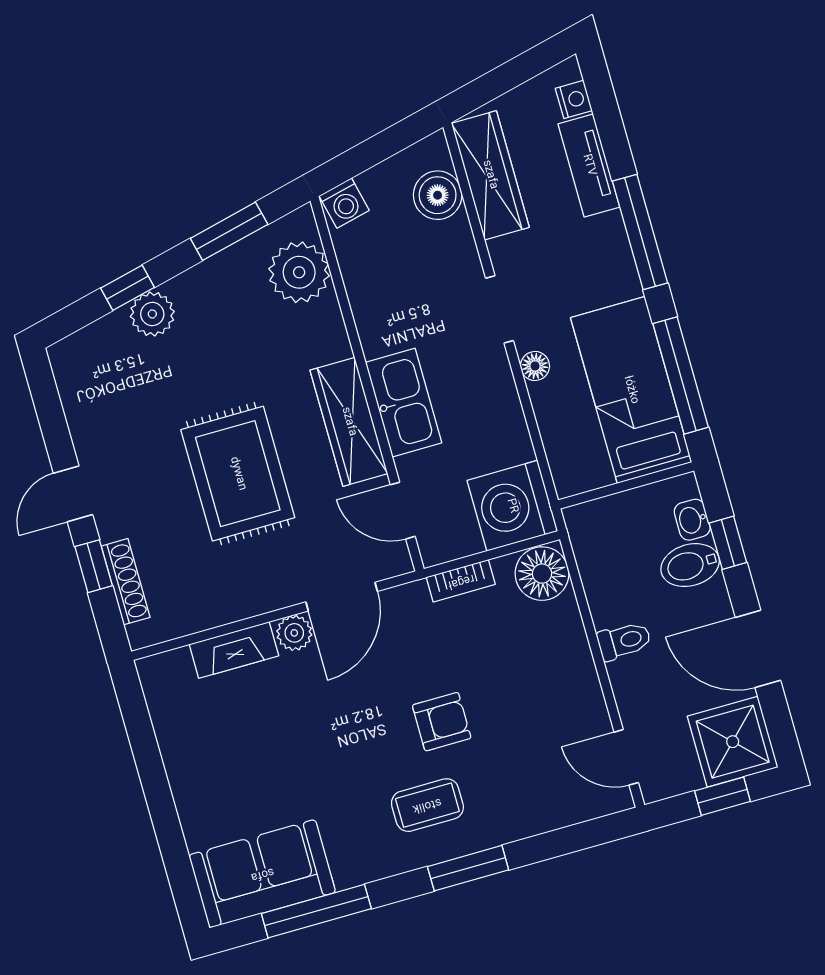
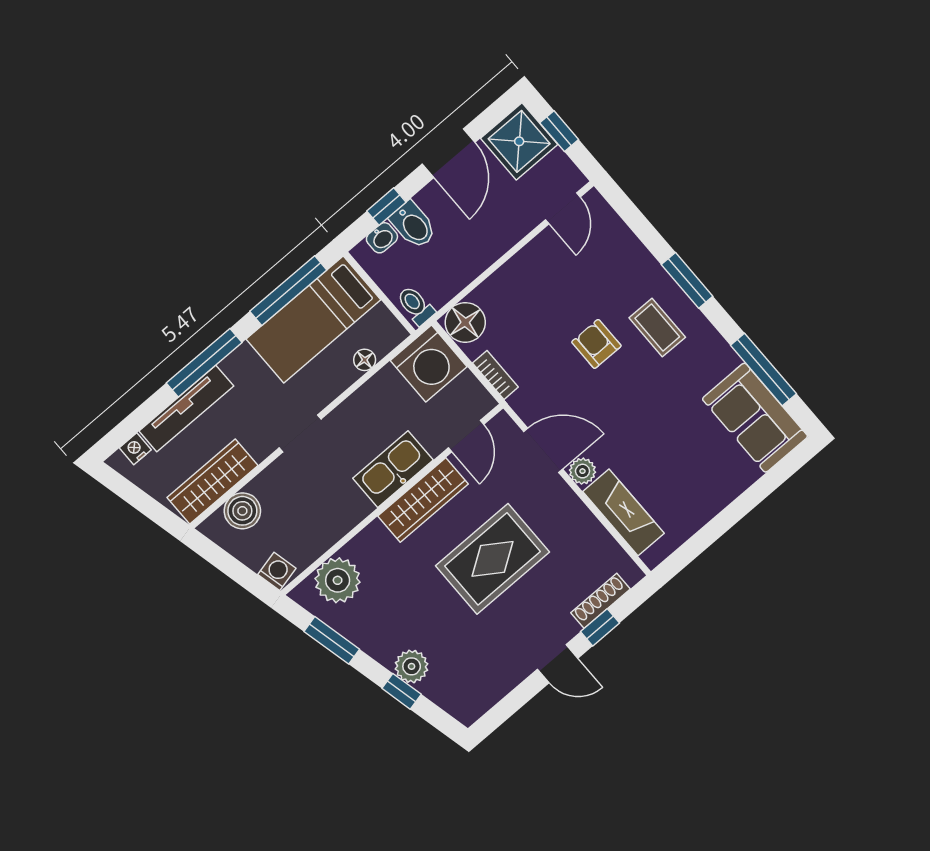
tv unit: (589, 165) -> (186, 408), width x1.41
floor lamp: (535, 366) -> (365, 360), moved
toilet: (624, 641) -> (416, 305), moved
fireplace: (234, 650) -> (623, 512), width x1.37, depth x1.32

